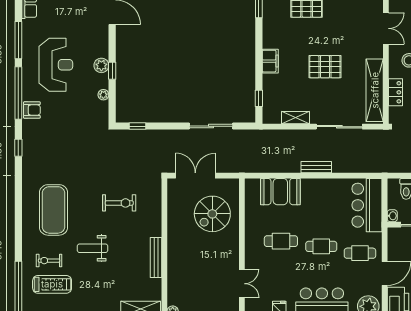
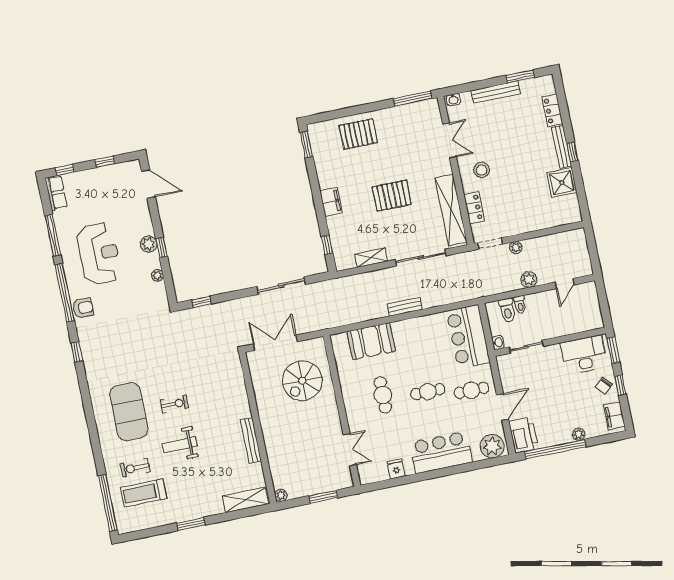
exercise bike: (119, 203) -> (174, 404), moved, width x0.73, depth x0.72
cafe table: (281, 241) -> (383, 395), turned 90
treadmill: (52, 284) -> (144, 493), turned 180

